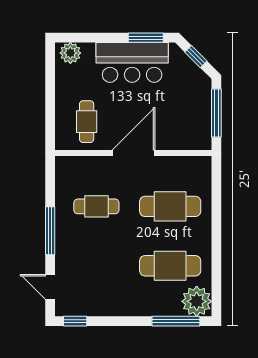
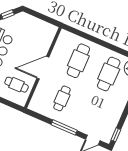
window: (216, 113) -> (41, 16), removed
door: (134, 153) -> (43, 68), hinge flipped

